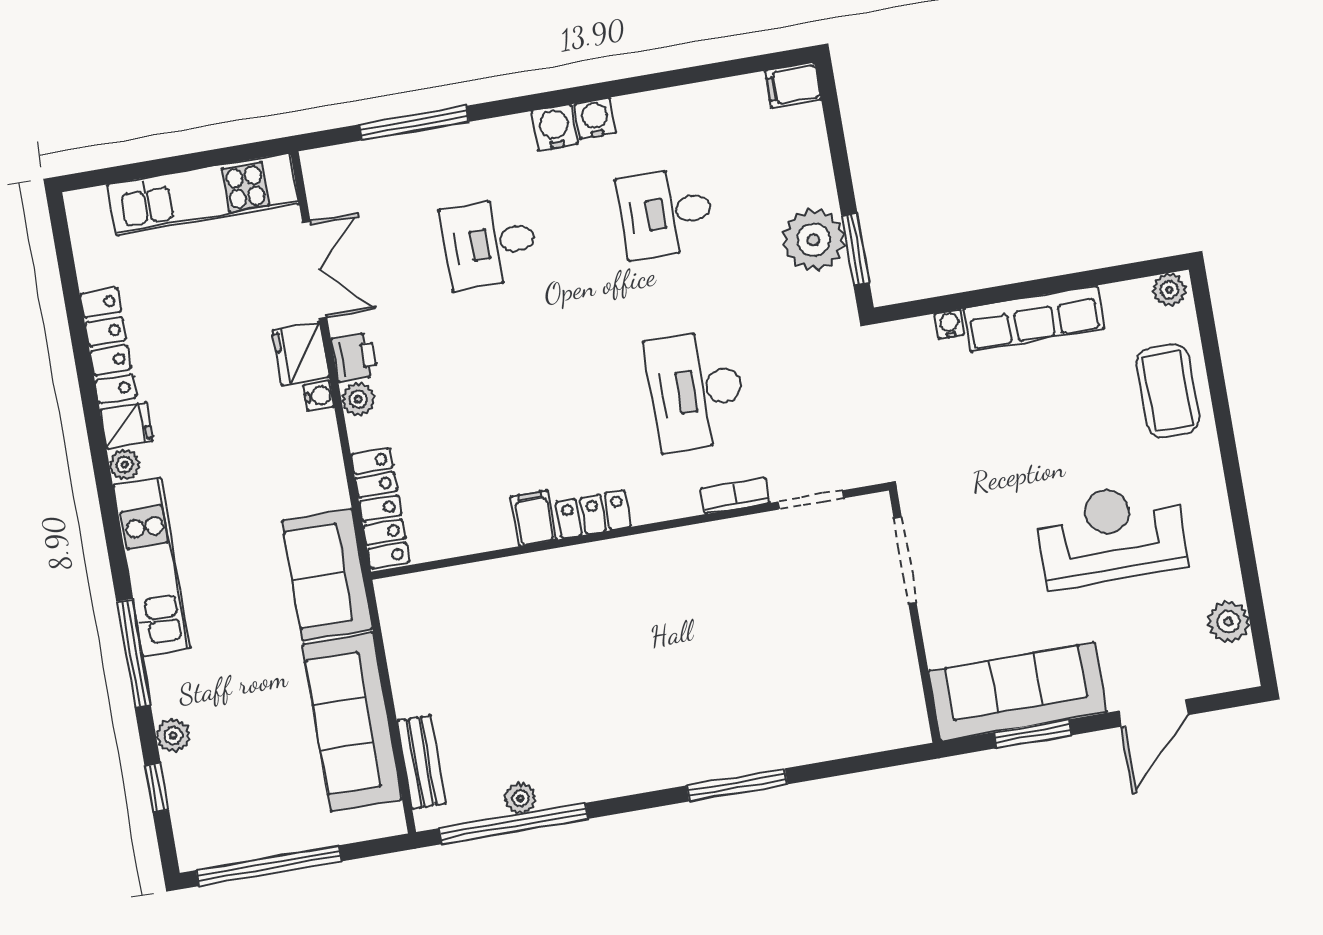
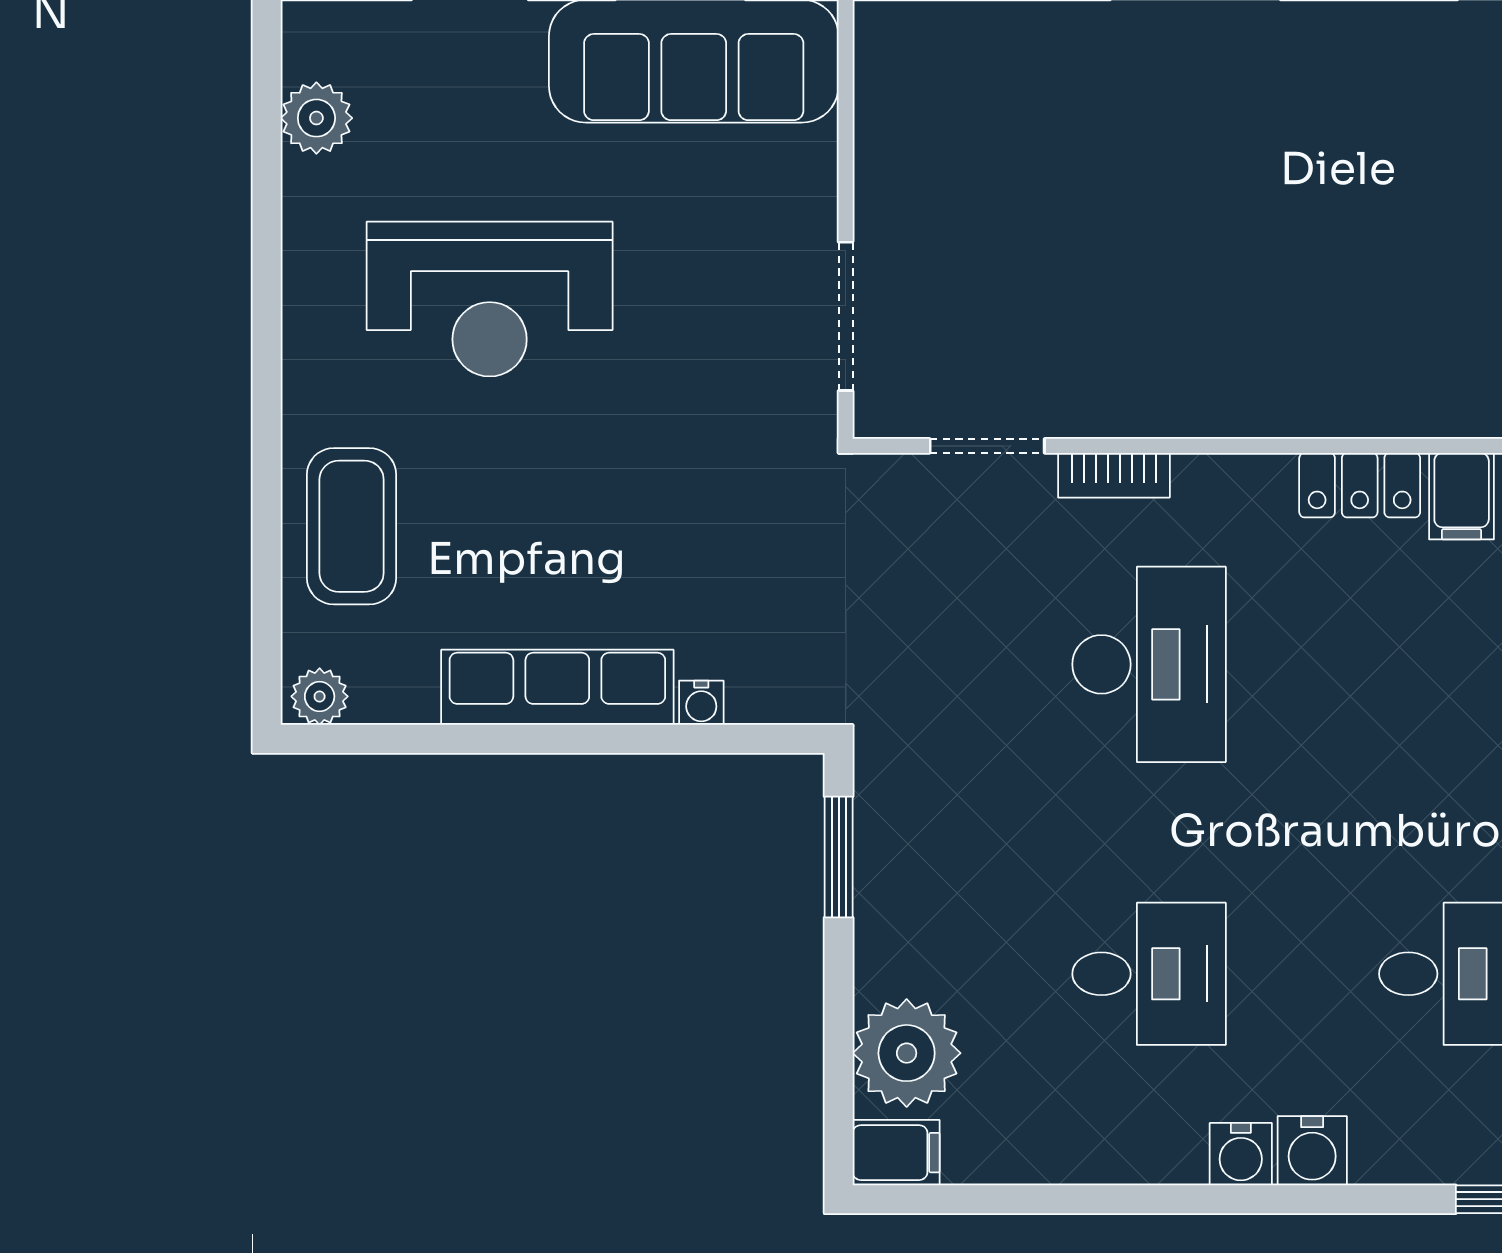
plant: (814, 240) -> (907, 1053), moved

